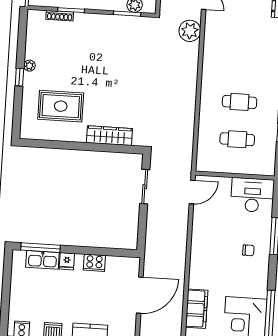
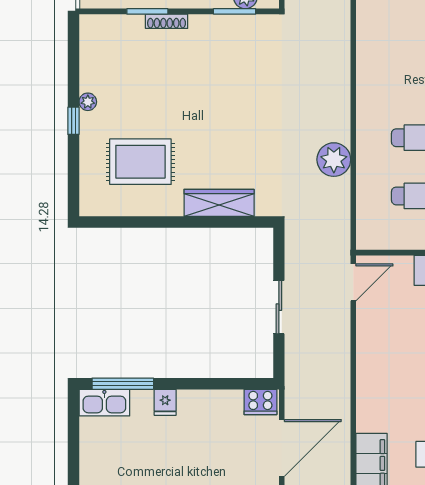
shoe rack: (60, 16) -> (167, 21), moved
plant: (190, 31) -> (334, 160), moved
sliding door: (145, 187) -> (279, 307), moved
kitchen sink: (42, 260) -> (104, 403), moved
cooker: (94, 263) -> (260, 402), moved

